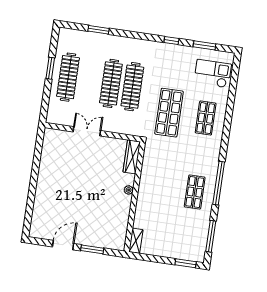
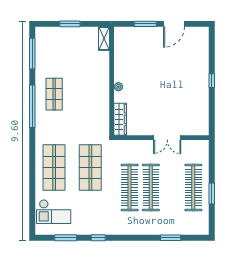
shop shelf: (206, 118) -> (54, 167), width x1.43, depth x1.36
window: (33, 182) -> (212, 81), added
window: (186, 263) -> (70, 24), moved

